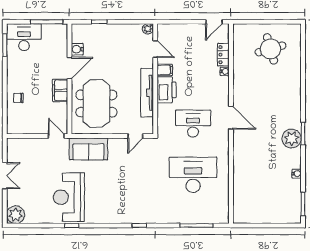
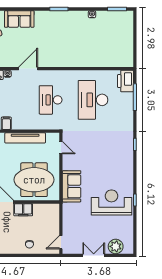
sofa: (291, 86) -> (19, 19), added
printer: (166, 90) -> (125, 81), moved, turned -90
door: (231, 118) -> (28, 69), moved
door: (56, 136) -> (61, 242), moved
plant: (292, 139) -> (63, 18), removed
reception desk: (69, 197) -> (111, 203), turned 180
plant: (16, 215) -> (116, 246), moved

